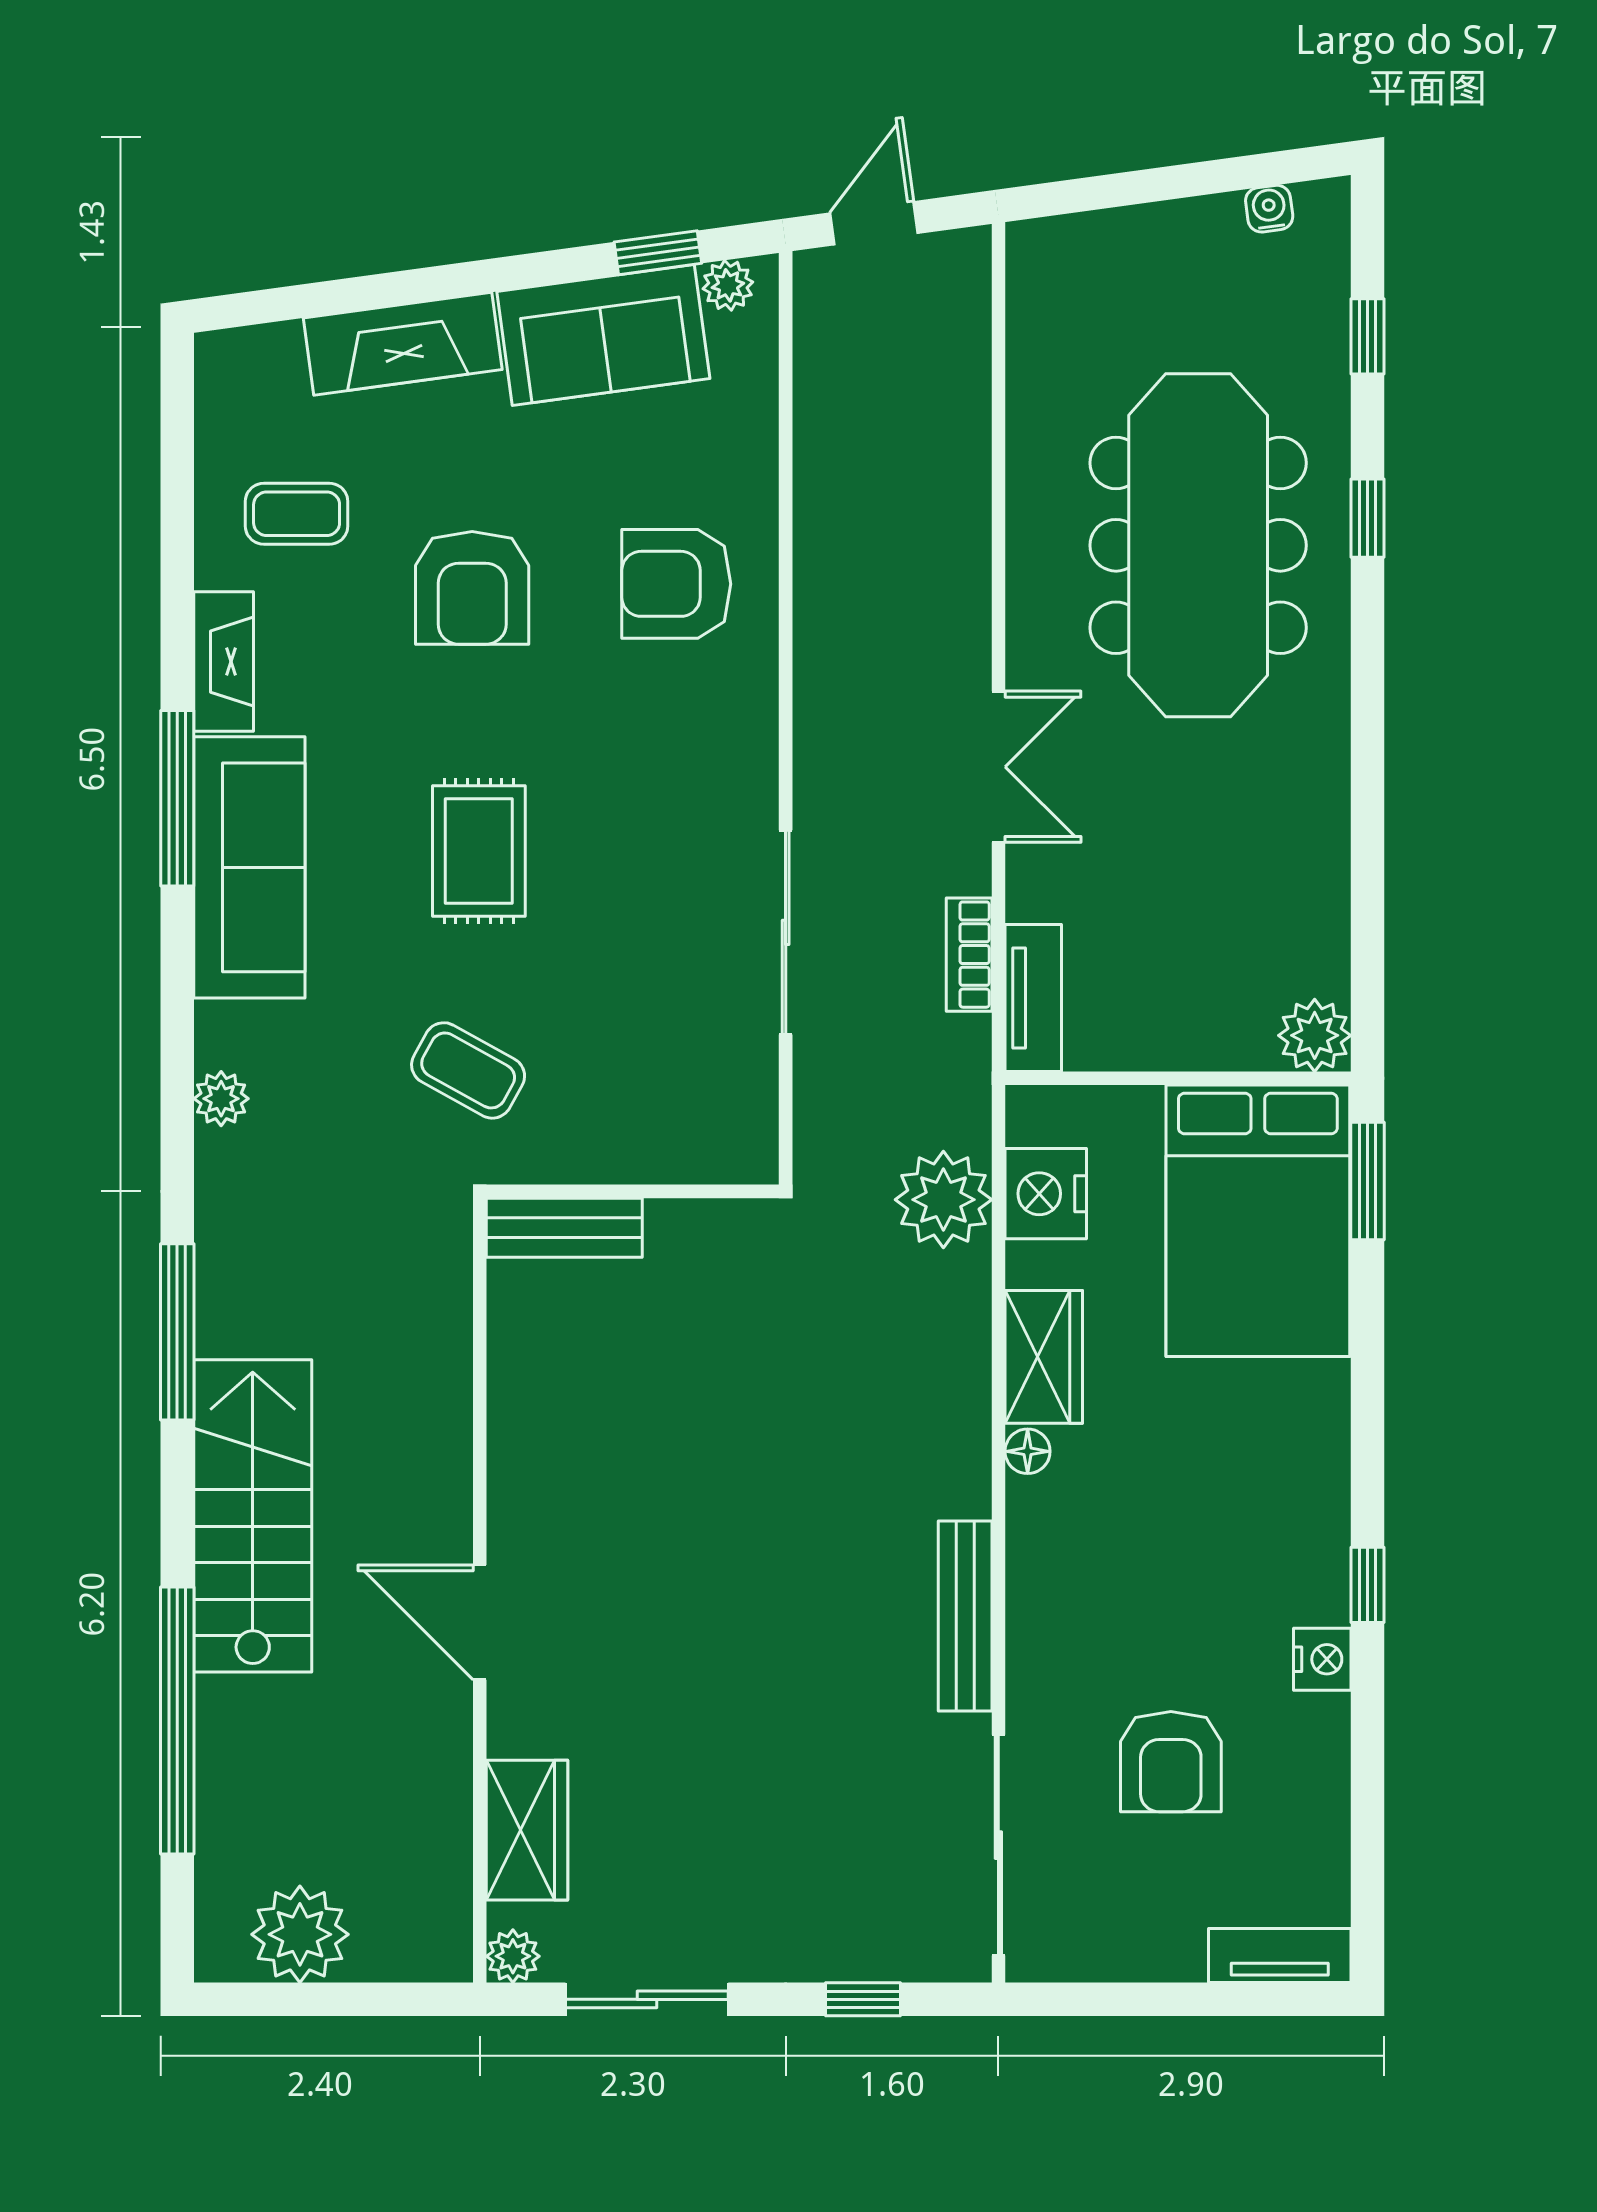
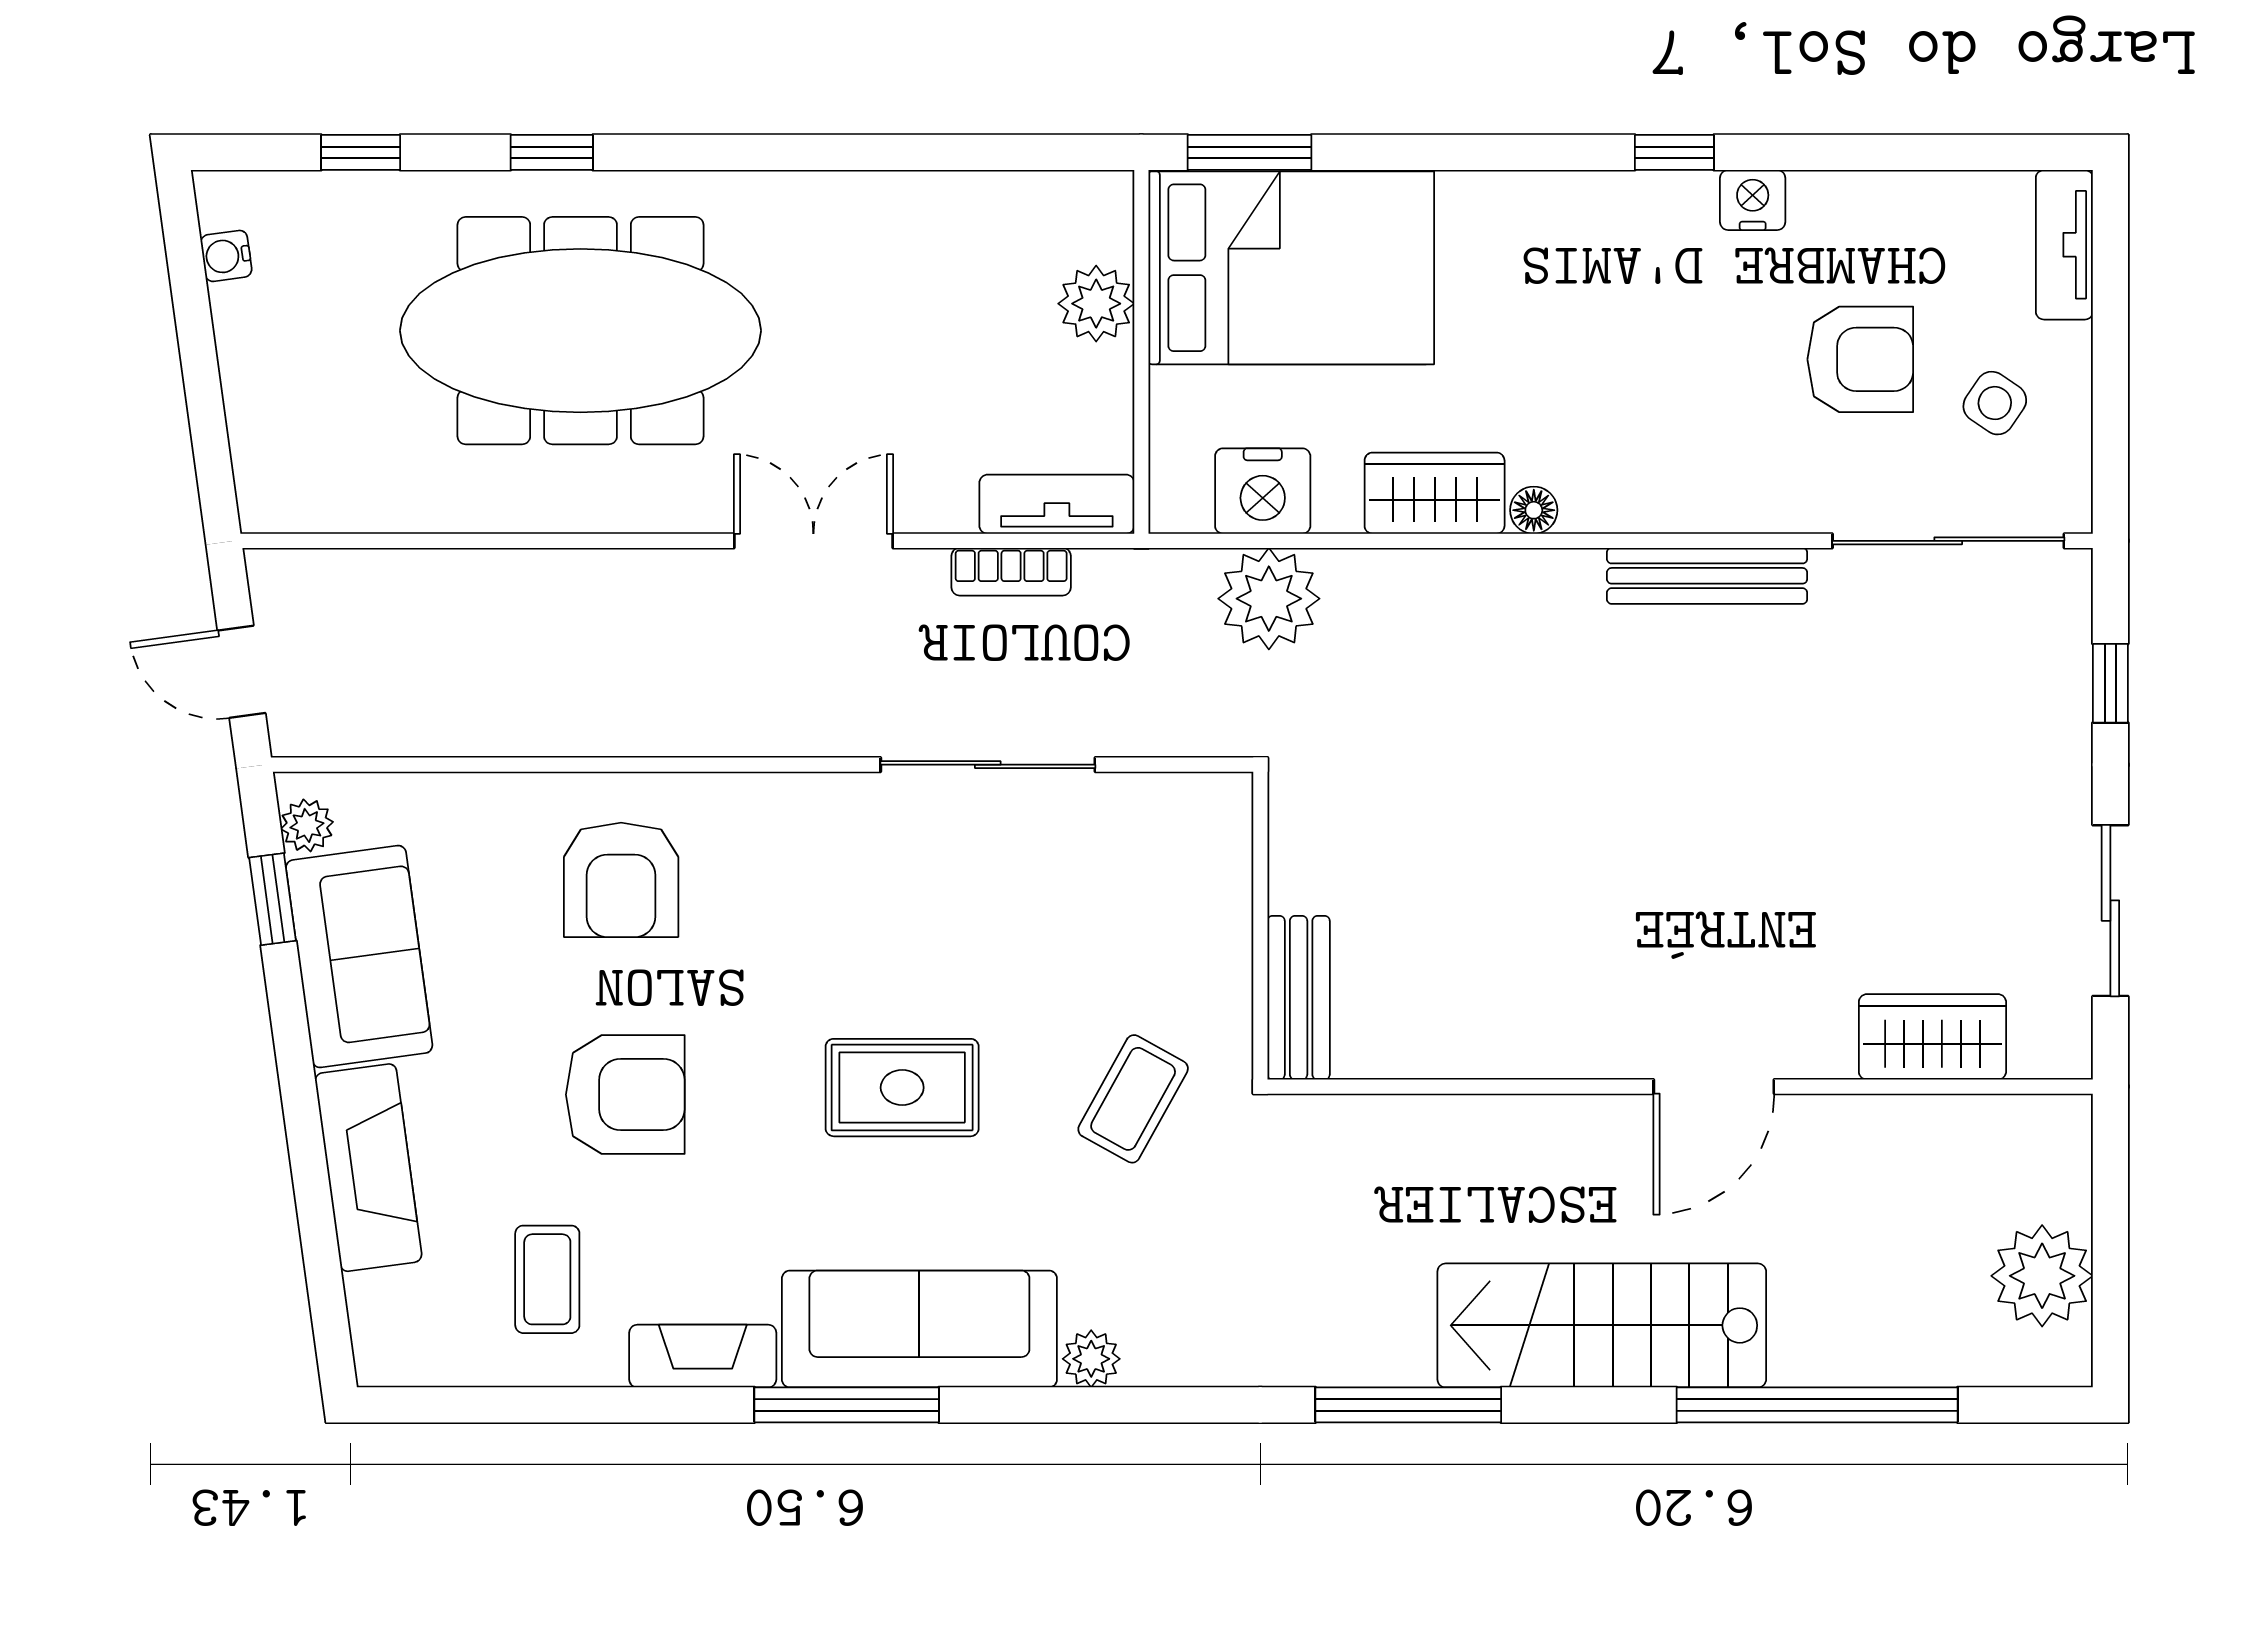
plant: (1315, 1035) -> (1096, 304), moved
plant: (221, 1099) -> (1091, 1359), moved
side table: (1129, 1889) -> (1995, 403), added
plant: (513, 1956) -> (2065, 1052), removed

